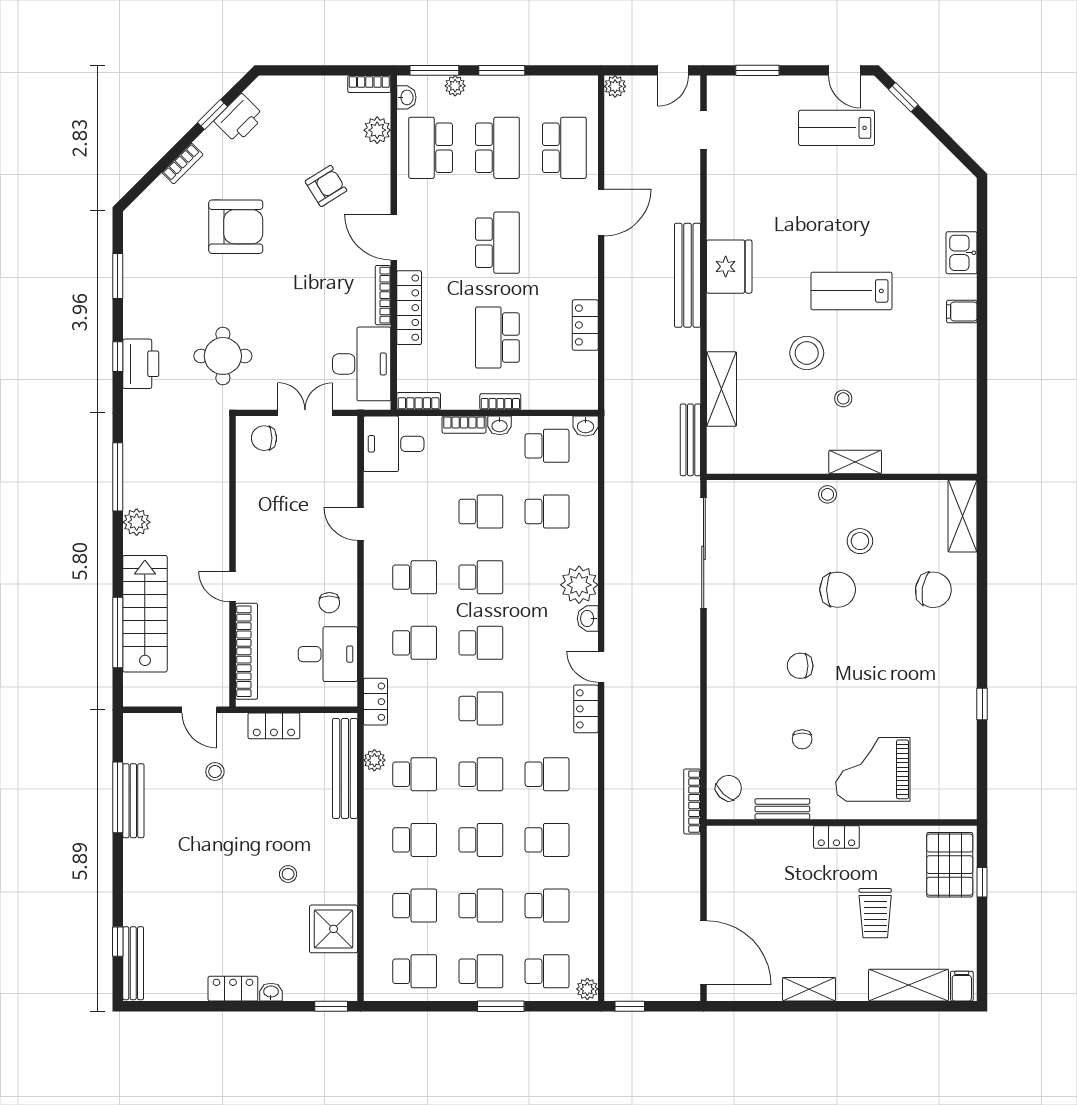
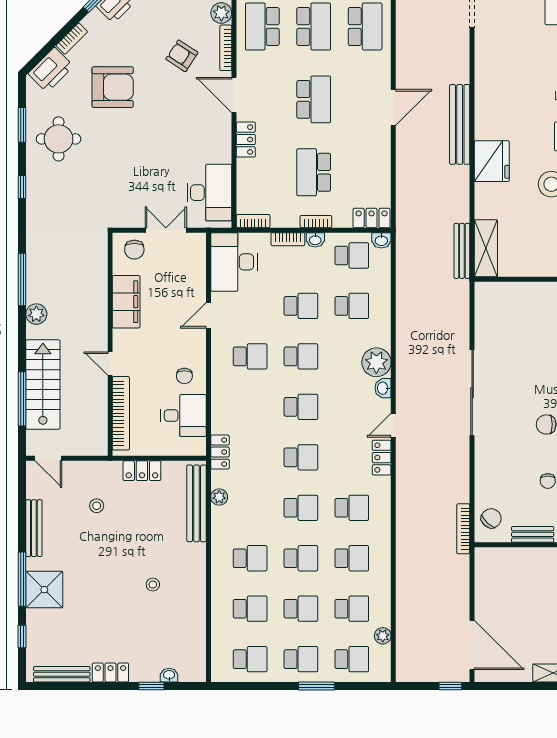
armchair: (326, 186) -> (182, 56), turned -115
door: (601, 213) -> (393, 107), moved
fridge: (729, 267) -> (492, 161), moved
bookcase: (383, 295) -> (226, 48), moved
locker: (409, 308) -> (246, 140), width x0.66
locker: (585, 325) -> (372, 218), moved, turned 90
round table: (223, 356) -> (59, 139), moved
printer: (141, 364) -> (51, 70), moved, turned 45
shelving: (722, 389) -> (486, 248), moved
chair: (264, 438) -> (134, 250), turned -90
desk: (394, 444) -> (234, 262), width x1.37
filing cabinet: (253, 506) -> (126, 302), added
door: (361, 524) -> (208, 315), hinge flipped
sliding door: (704, 553) -> (472, 393), moved
school desk: (415, 643) -> (250, 407), removed
door: (601, 667) -> (393, 425), hinge flipped
door: (199, 710) -> (48, 458), moved
school desk: (415, 774) -> (250, 508), removed
window: (118, 797) -> (22, 579), moved
shower: (334, 929) -> (44, 590), moved
bench: (133, 963) -> (62, 674), moved, turned 90
plant: (587, 989) -> (383, 636), moved
washbasin: (271, 992) -> (169, 675), moved
window: (331, 1006) -> (151, 686), moved
window: (630, 1006) -> (450, 686), moved

